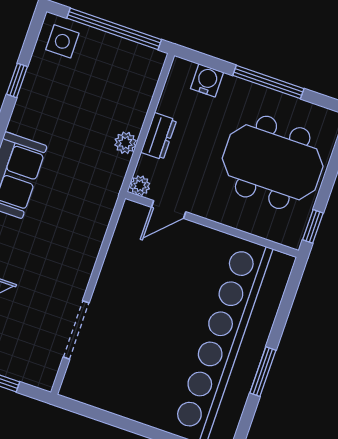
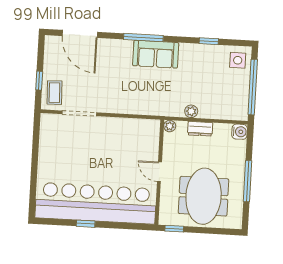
water cooler: (207, 80) -> (240, 132), moved
door: (169, 210) -> (159, 172), moved
coffee table: (30, 362) -> (54, 93), added
window: (263, 372) -> (86, 224), width x0.67

